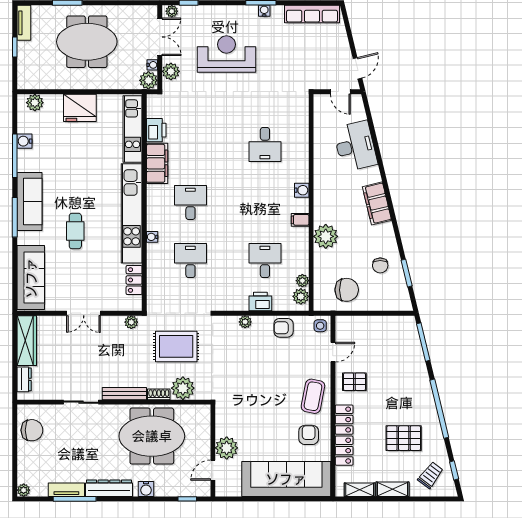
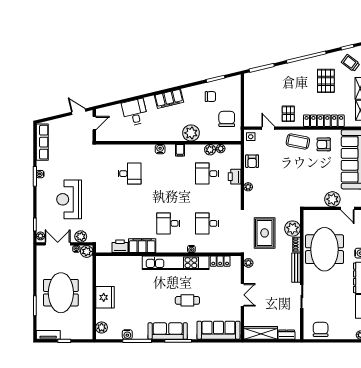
kitchen unit: (133, 129) -> (119, 262), removed
desk: (355, 146) -> (135, 112), width x0.73
plant: (301, 296) -> (210, 150), moved

